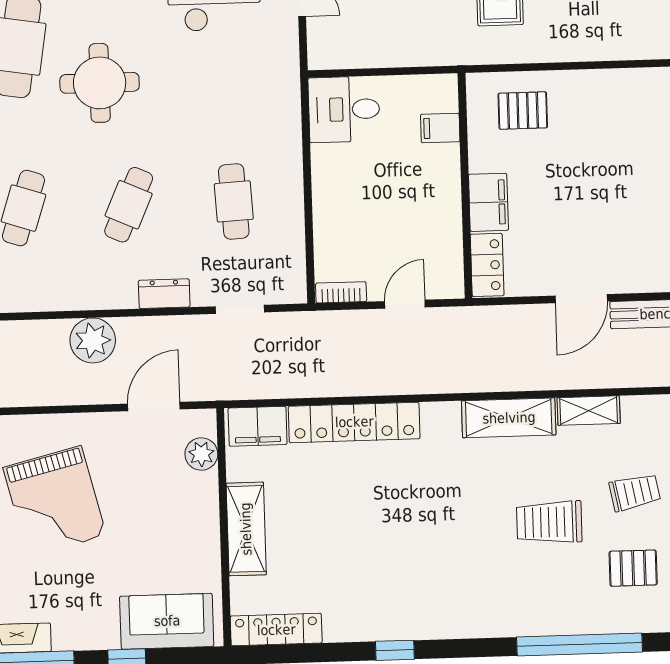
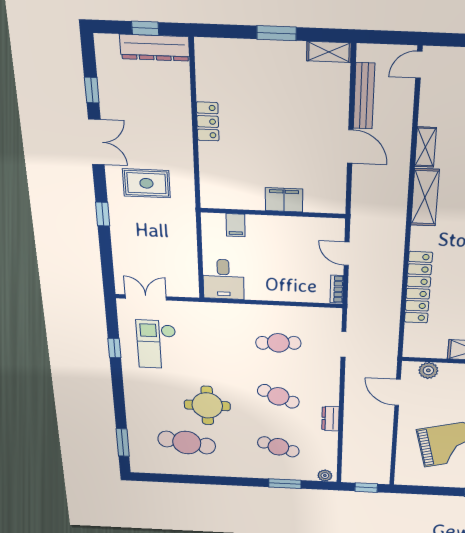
pallet: (523, 111) -> (225, 175), removed
locker: (487, 265) -> (208, 121), moved, turned 90
dresser: (164, 294) -> (330, 419), moved
plant: (93, 340) -> (356, 420), removed
filing cabinet: (258, 426) -> (415, 340), removed

